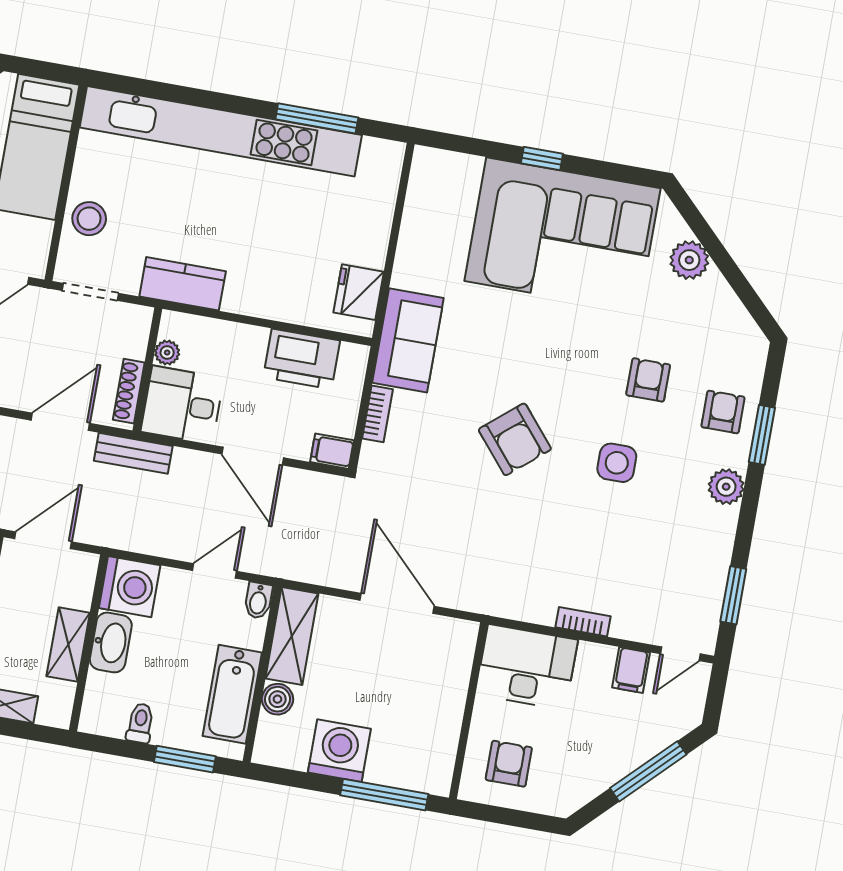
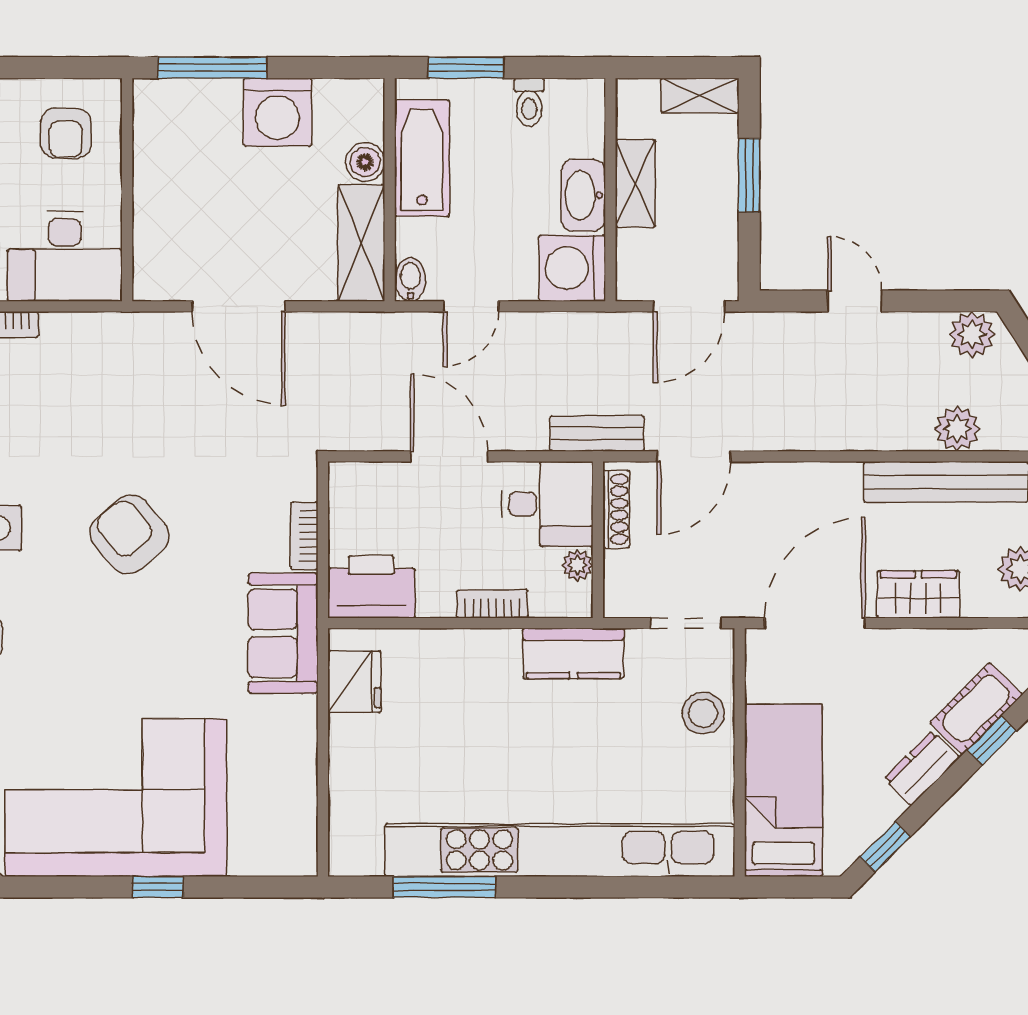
bookcase: (239, 334) -> (492, 604), added
printer: (302, 359) -> (371, 587), moved
filing cabinet: (332, 451) -> (352, 480), removed

